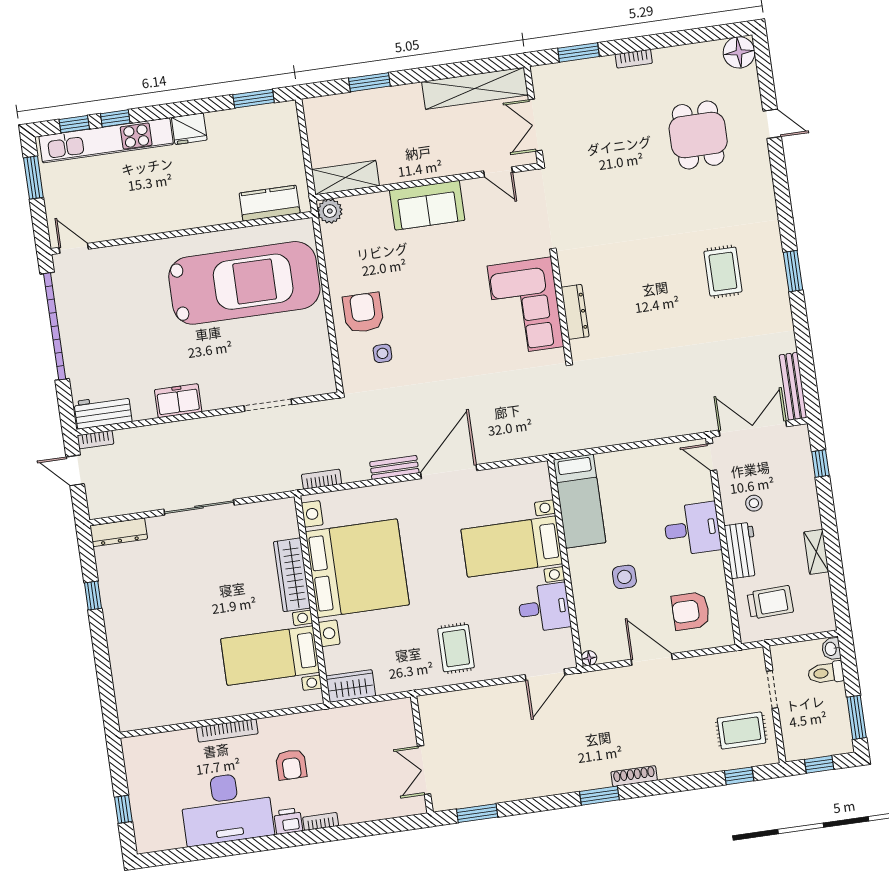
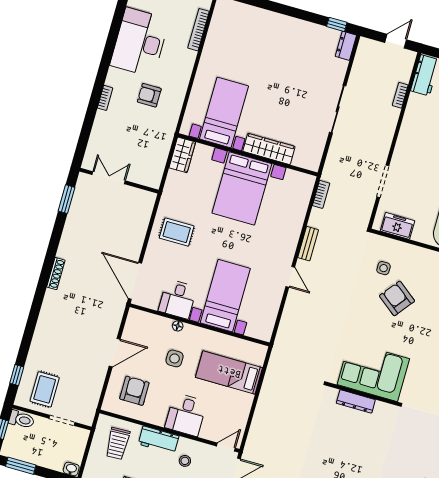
armchair: (363, 313) -> (397, 298), moved, turned -142
freezer: (178, 401) -> (397, 226), moved, turned -90
bookcase: (95, 440) -> (400, 95), moved
door: (449, 472) -> (290, 277), width x0.53
bed: (580, 501) -> (229, 372), moved
dresser: (119, 532) -> (346, 46), width x0.70
bed with nightstands: (357, 568) -> (242, 188), width x0.73
window: (93, 596) -> (337, 24), moved
floor lamp: (589, 658) -> (178, 326), moved
toilet: (826, 673) -> (22, 420), moved, turned 90
door: (545, 675) -> (135, 281), width x1.36
bookcase: (227, 730) -> (199, 30), moved
shoe rack: (634, 776) -> (56, 274), moved
window: (599, 796) -> (43, 281), removed
printer: (288, 821) -> (114, 78), removed

